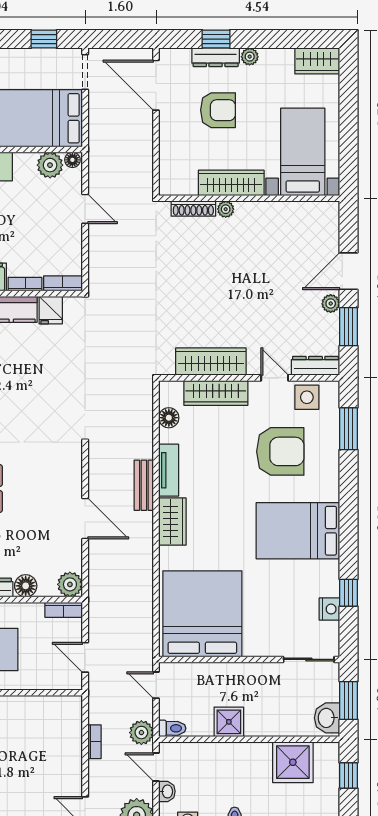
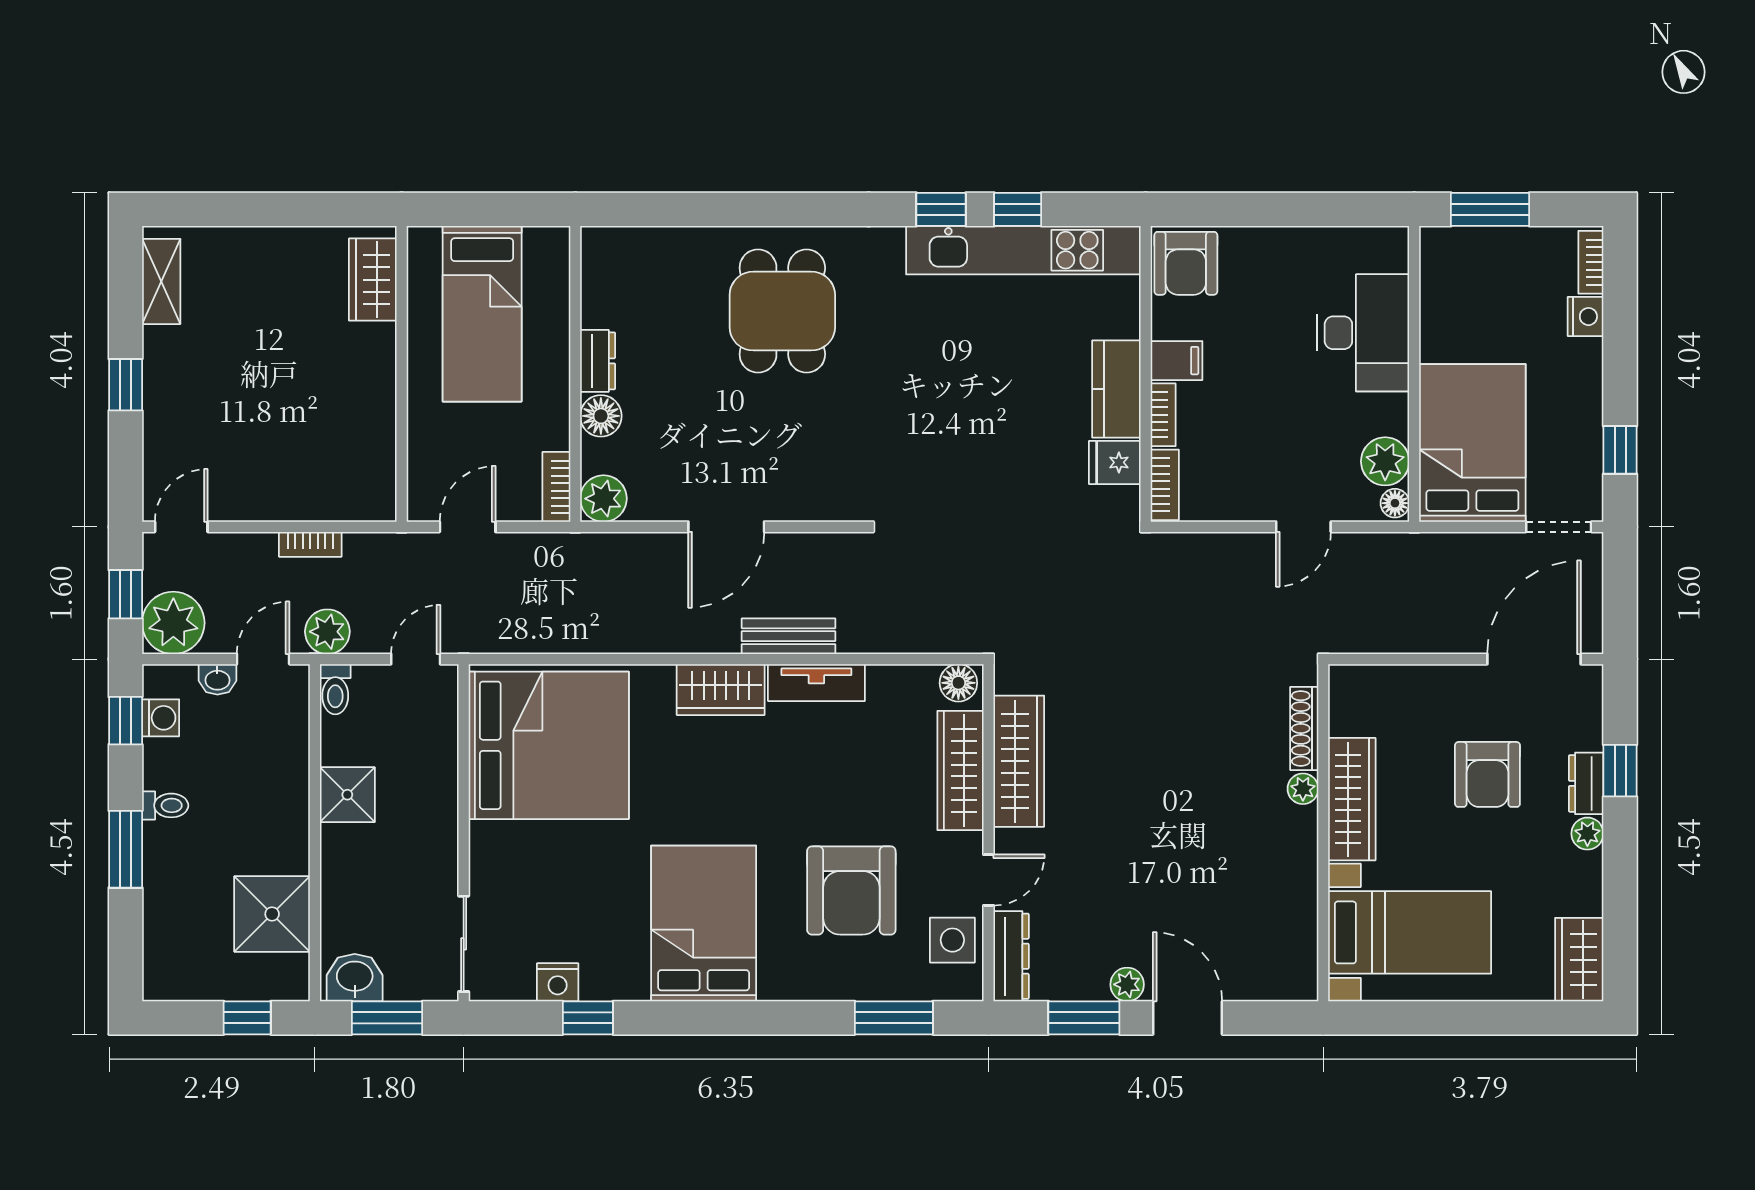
dresser: (216, 57) -> (1586, 783), width x0.70
floor lamp: (169, 418) -> (958, 683), moved

